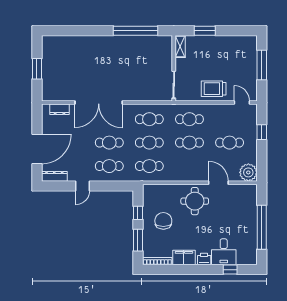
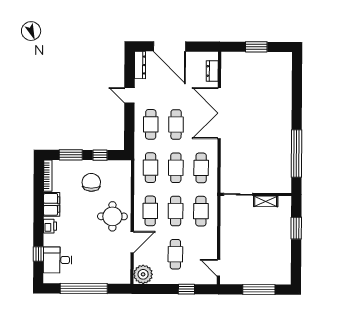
shelving: (180, 46) -> (266, 201), moved
trolley: (214, 89) -> (234, 237), removed
door: (242, 103) -> (219, 268), swing flipped
cafe table: (189, 166) -> (150, 211), added
chair: (163, 221) -> (91, 182), turned -90
desk: (224, 252) -> (57, 260), moved

